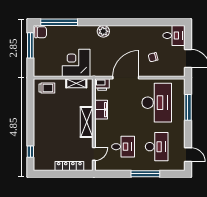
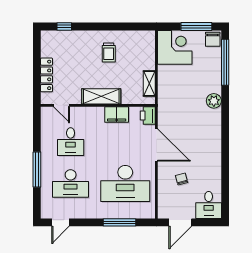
plant: (103, 31) -> (214, 101), moved
corner desk: (76, 63) -> (175, 47), moved
trolley: (47, 88) -> (109, 52), moved

